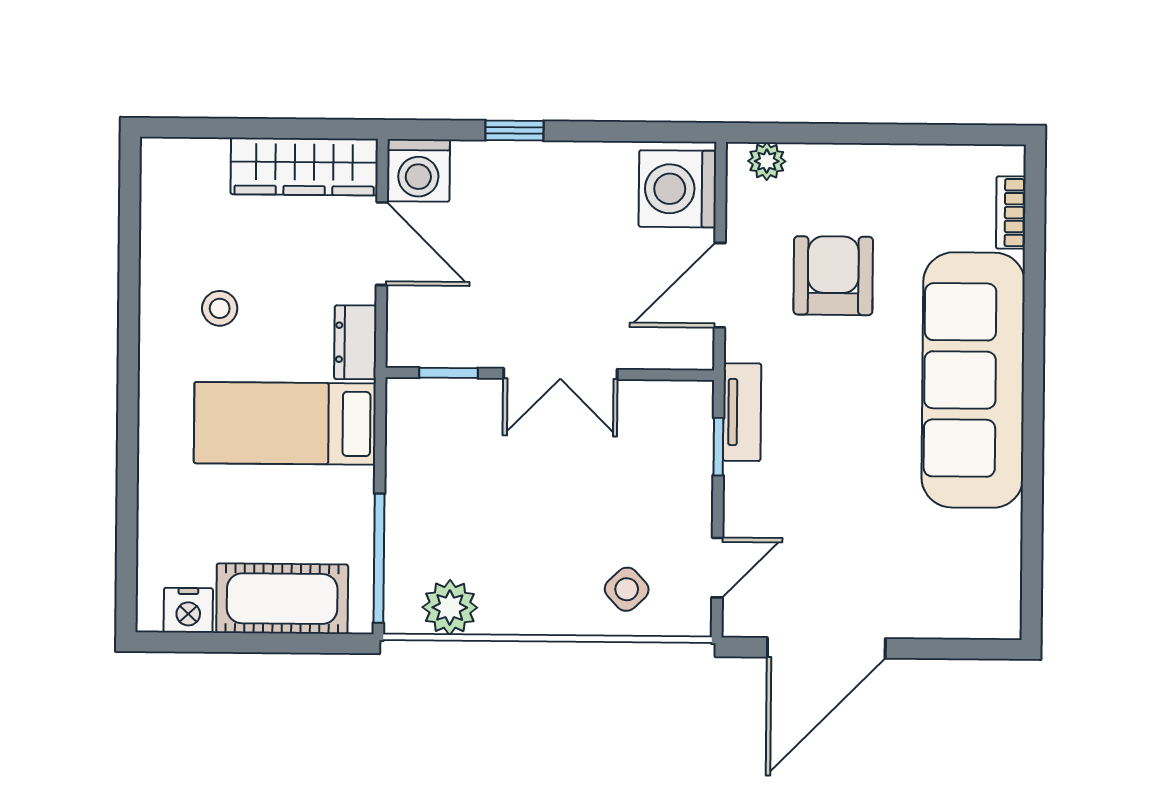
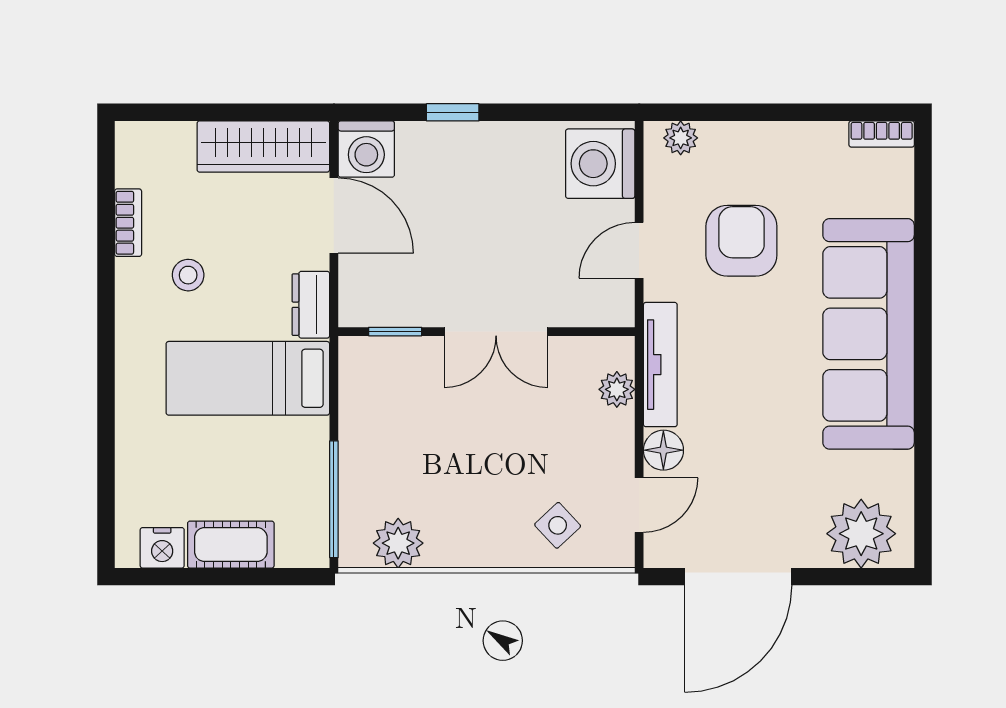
bookcase: (1011, 213) -> (882, 134), moved, turned -90
bookcase: (154, 250) -> (128, 223), added
door: (720, 285) -> (639, 250), width x0.73
tv unit: (742, 412) -> (660, 365), width x1.41
plant: (694, 439) -> (617, 389), added
window: (718, 447) -> (639, 396), removed
floor lamp: (745, 507) -> (663, 450), added
cot: (282, 599) -> (231, 545), width x0.73, depth x0.75
plant: (963, 601) -> (861, 534), added

